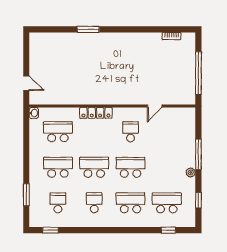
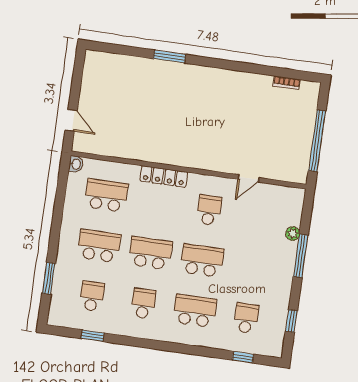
plant: (191, 172) -> (293, 234), moved
school desk: (167, 203) -> (246, 318), width x0.54
window: (50, 230) -> (92, 336), moved

